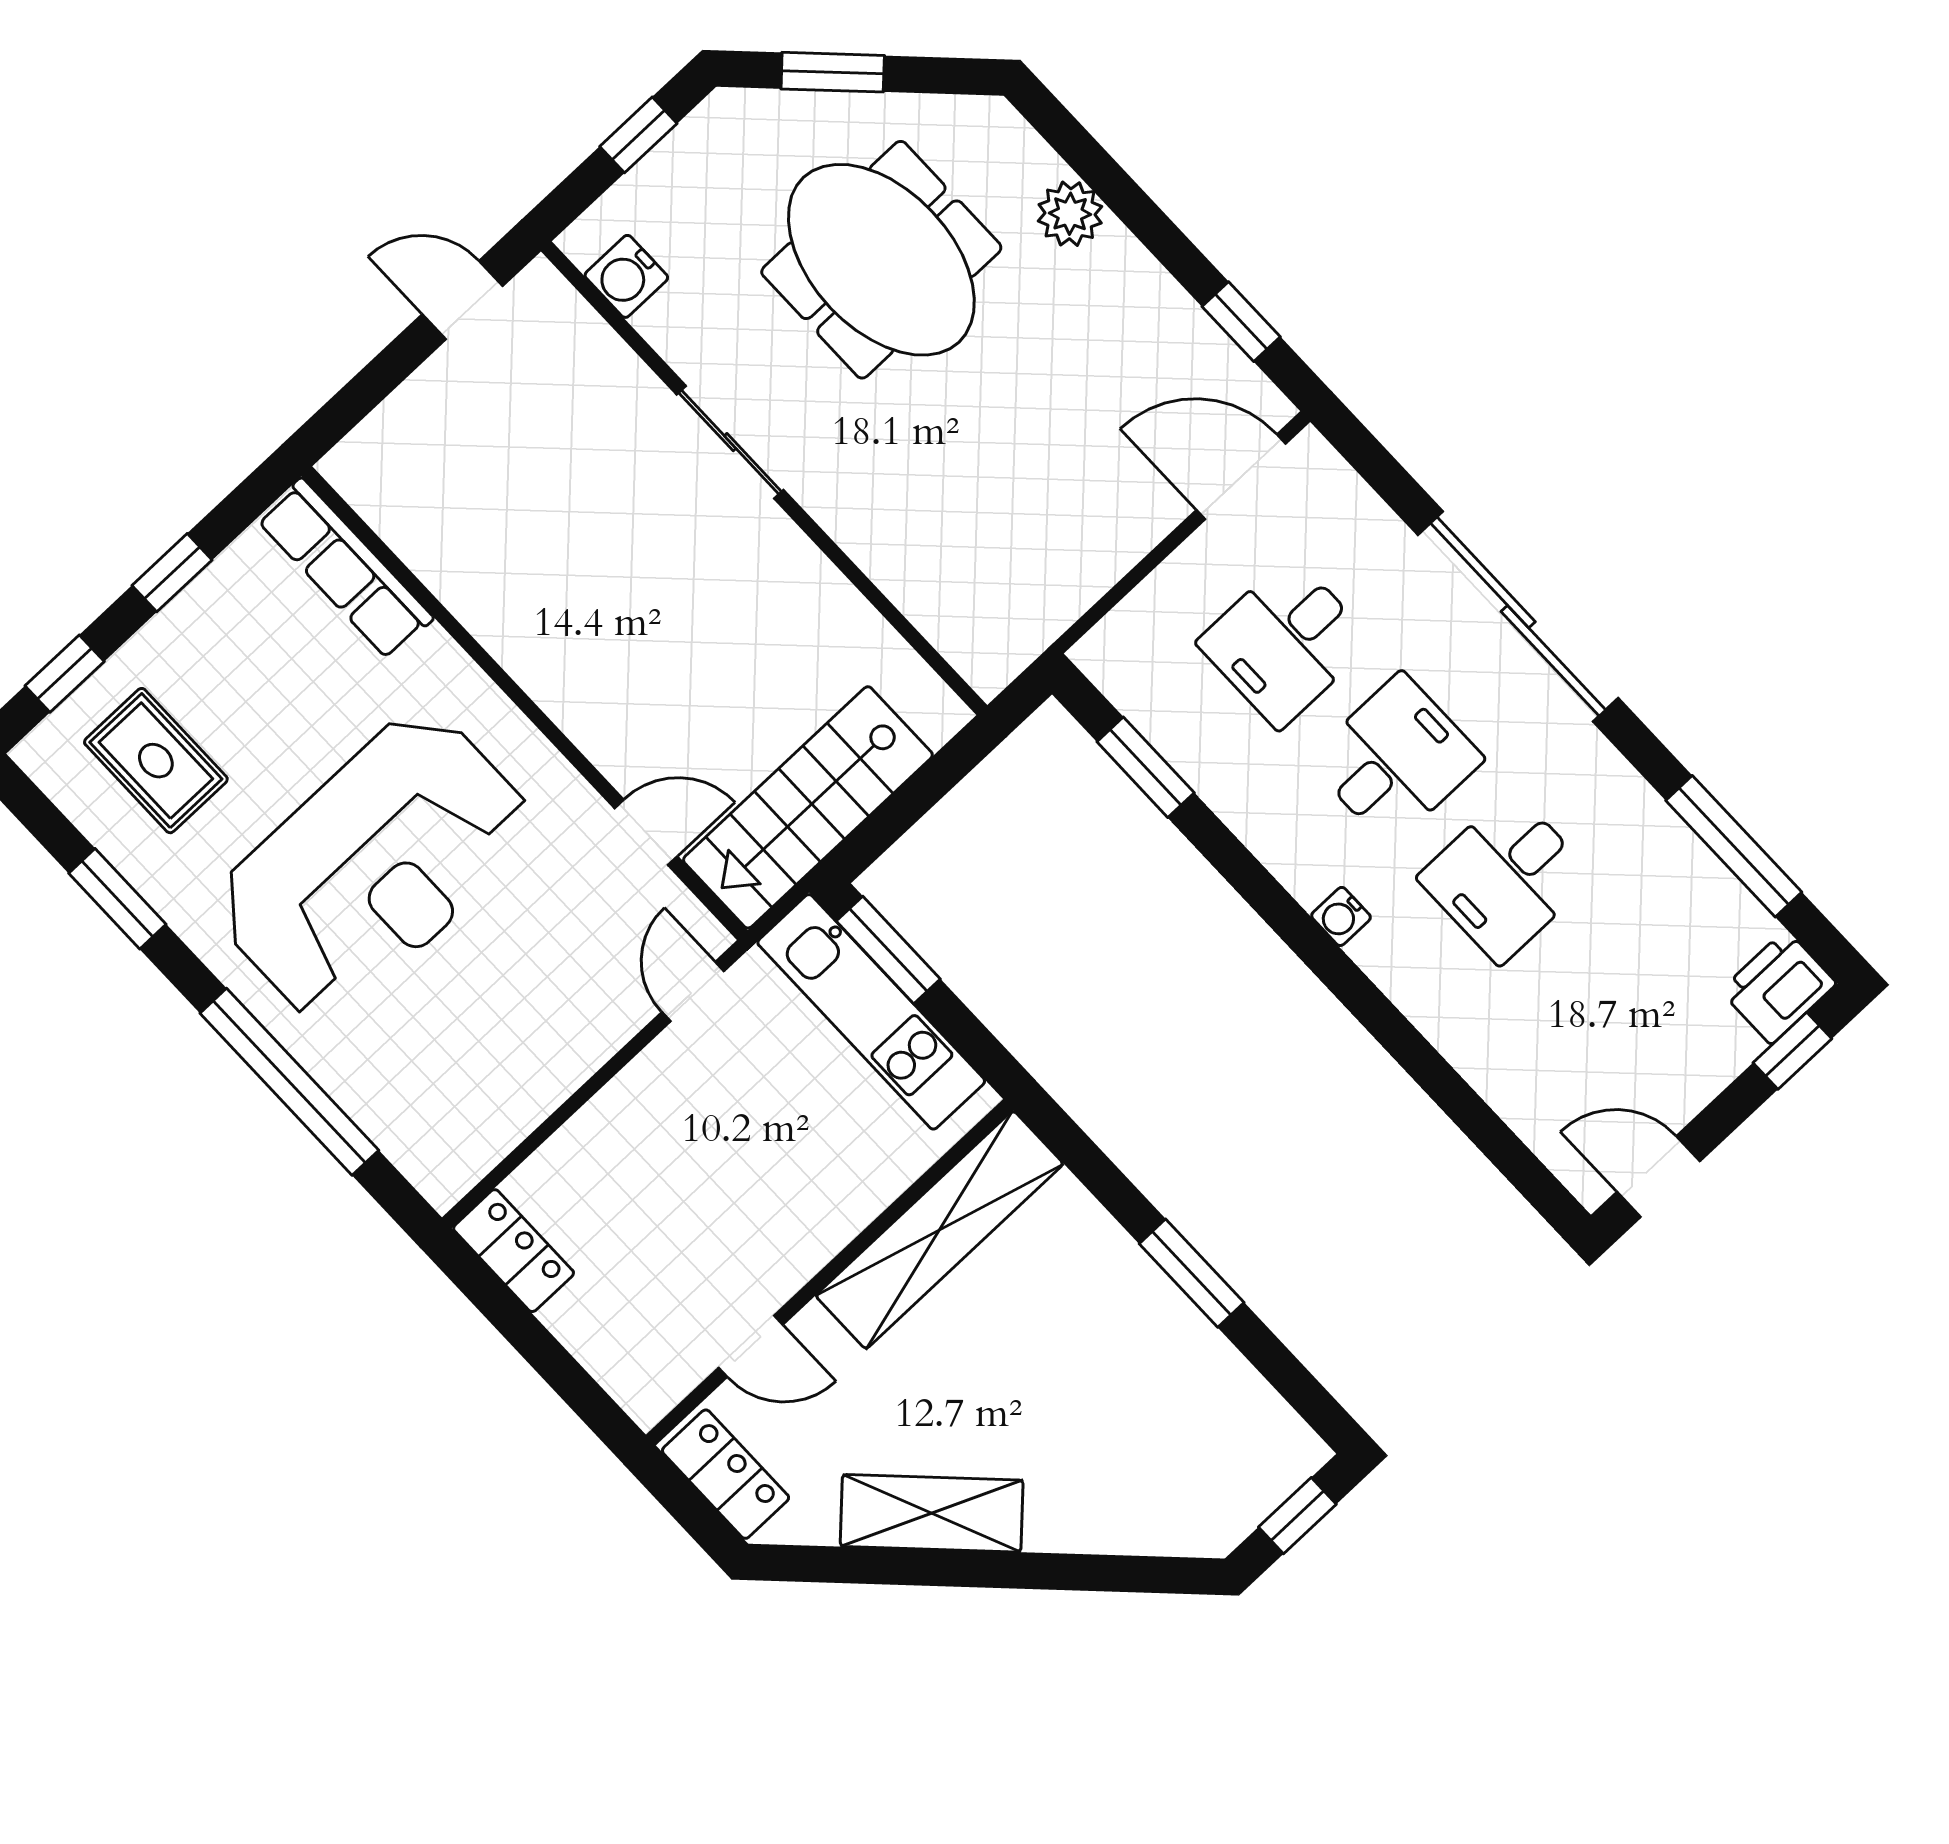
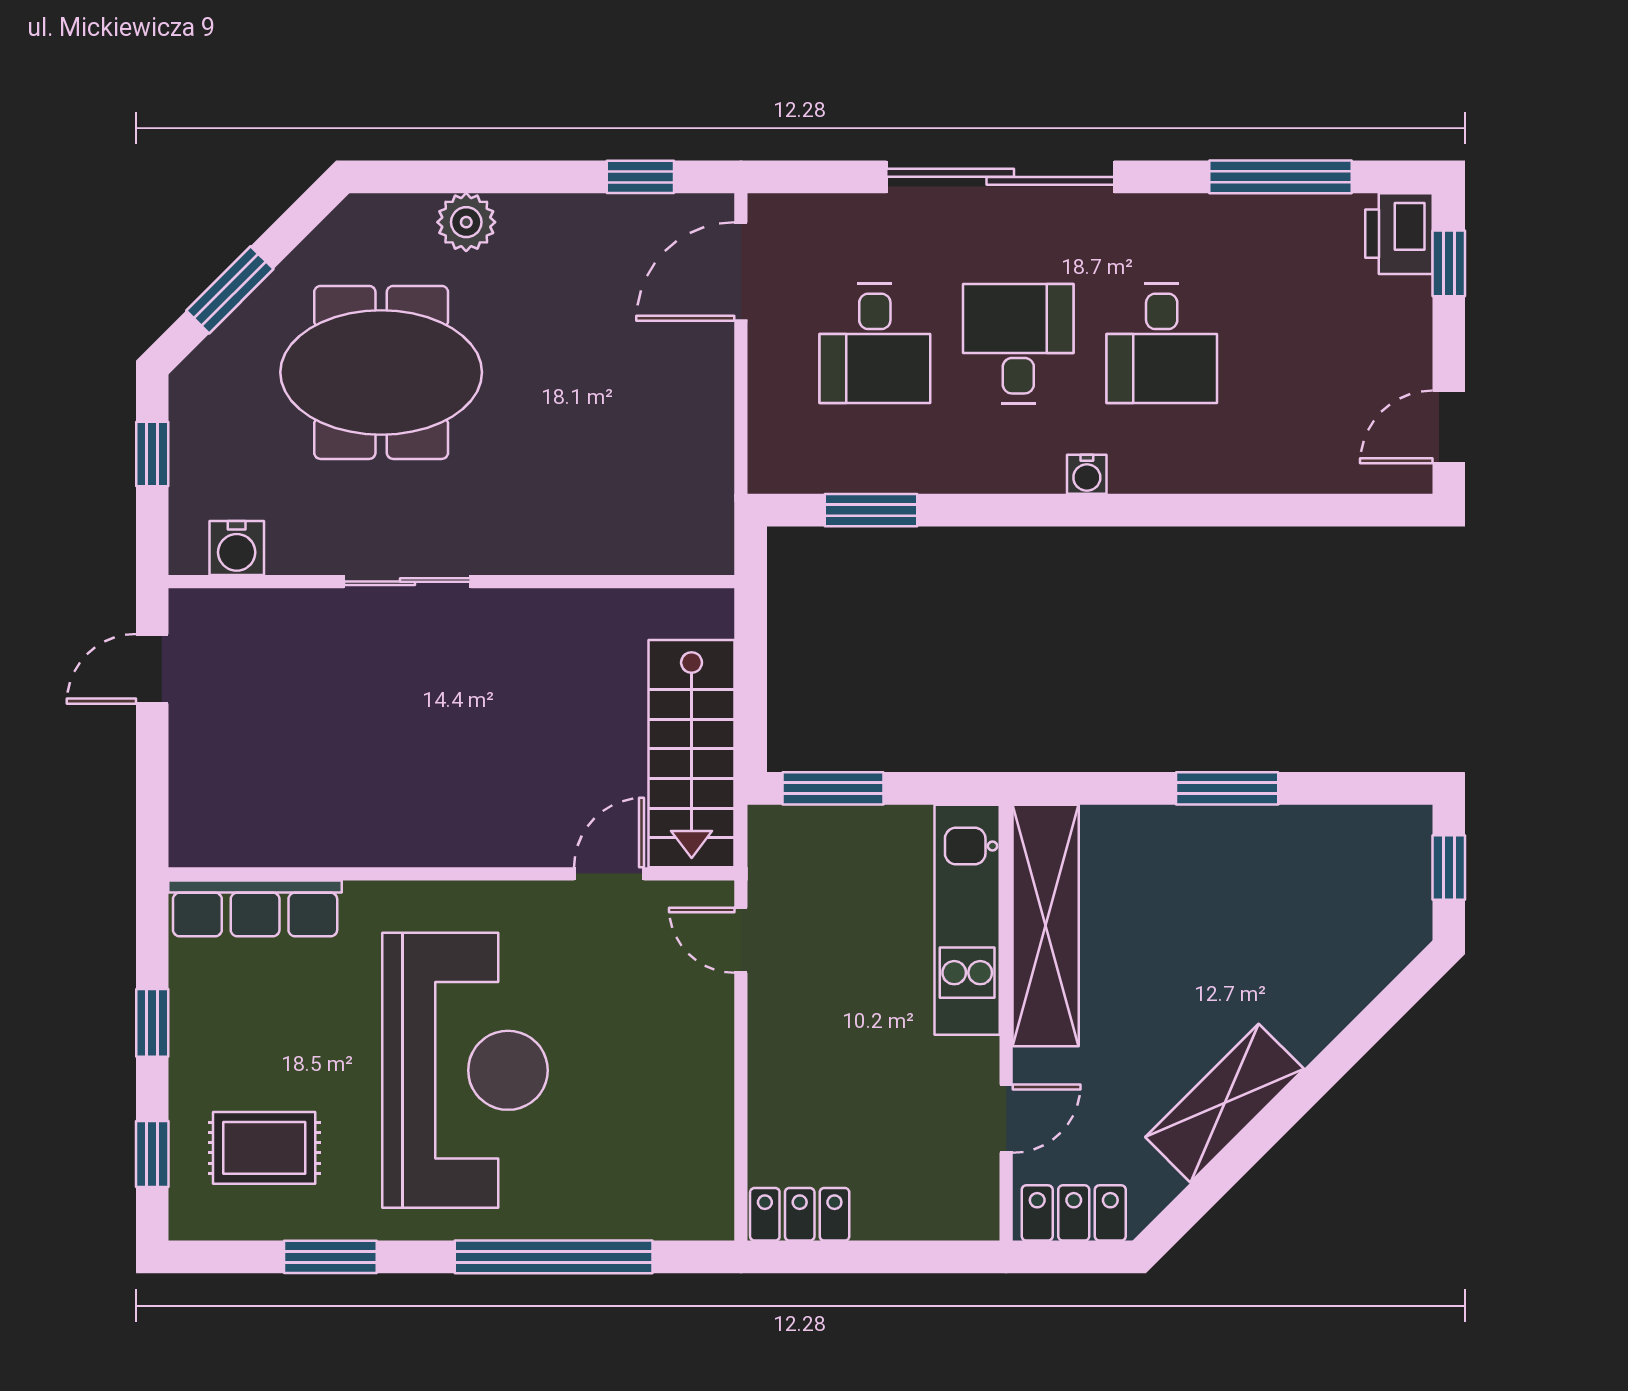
kitchen unit: (871, 1012) -> (967, 920), moved, turned 90

